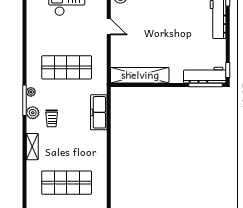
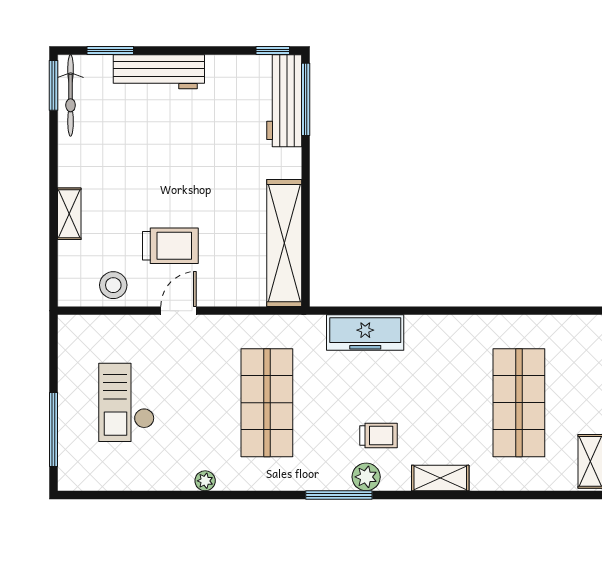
trolley: (138, 23) -> (170, 246), added
plant: (31, 92) -> (205, 481), moved

